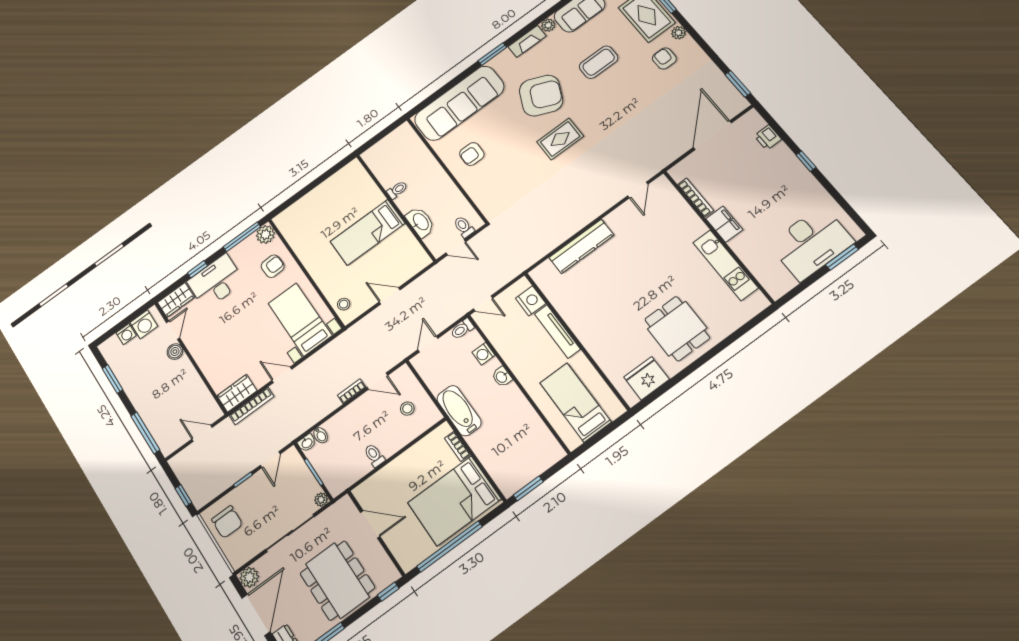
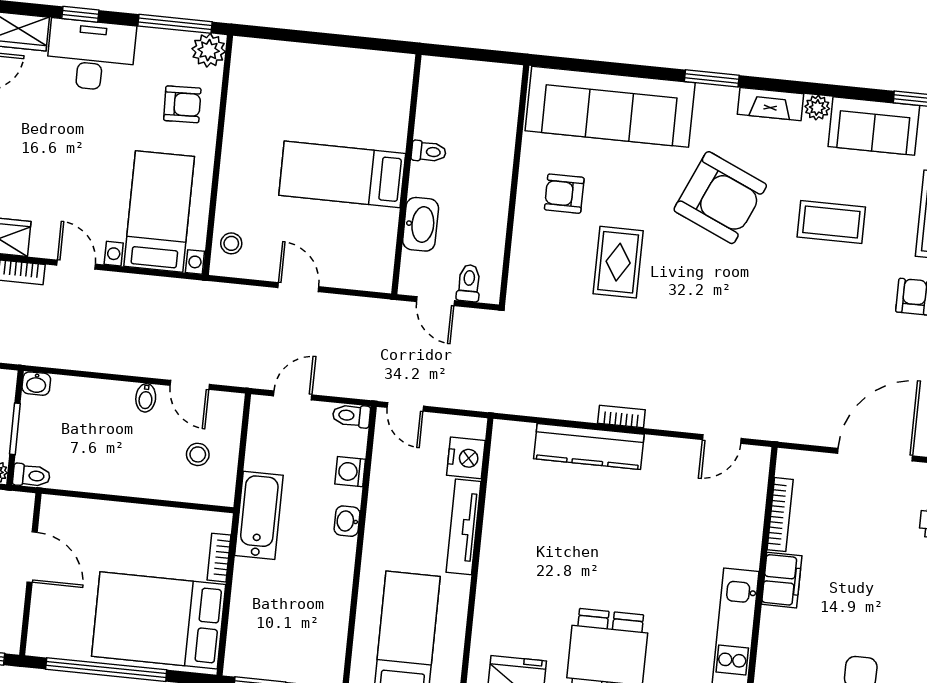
rug: (560, 139) -> (618, 262), moved, turned 90
bookcase: (352, 391) -> (621, 417), moved
bidet: (321, 435) -> (146, 398), moved
toilet: (374, 455) -> (31, 476), moved, turned 90

